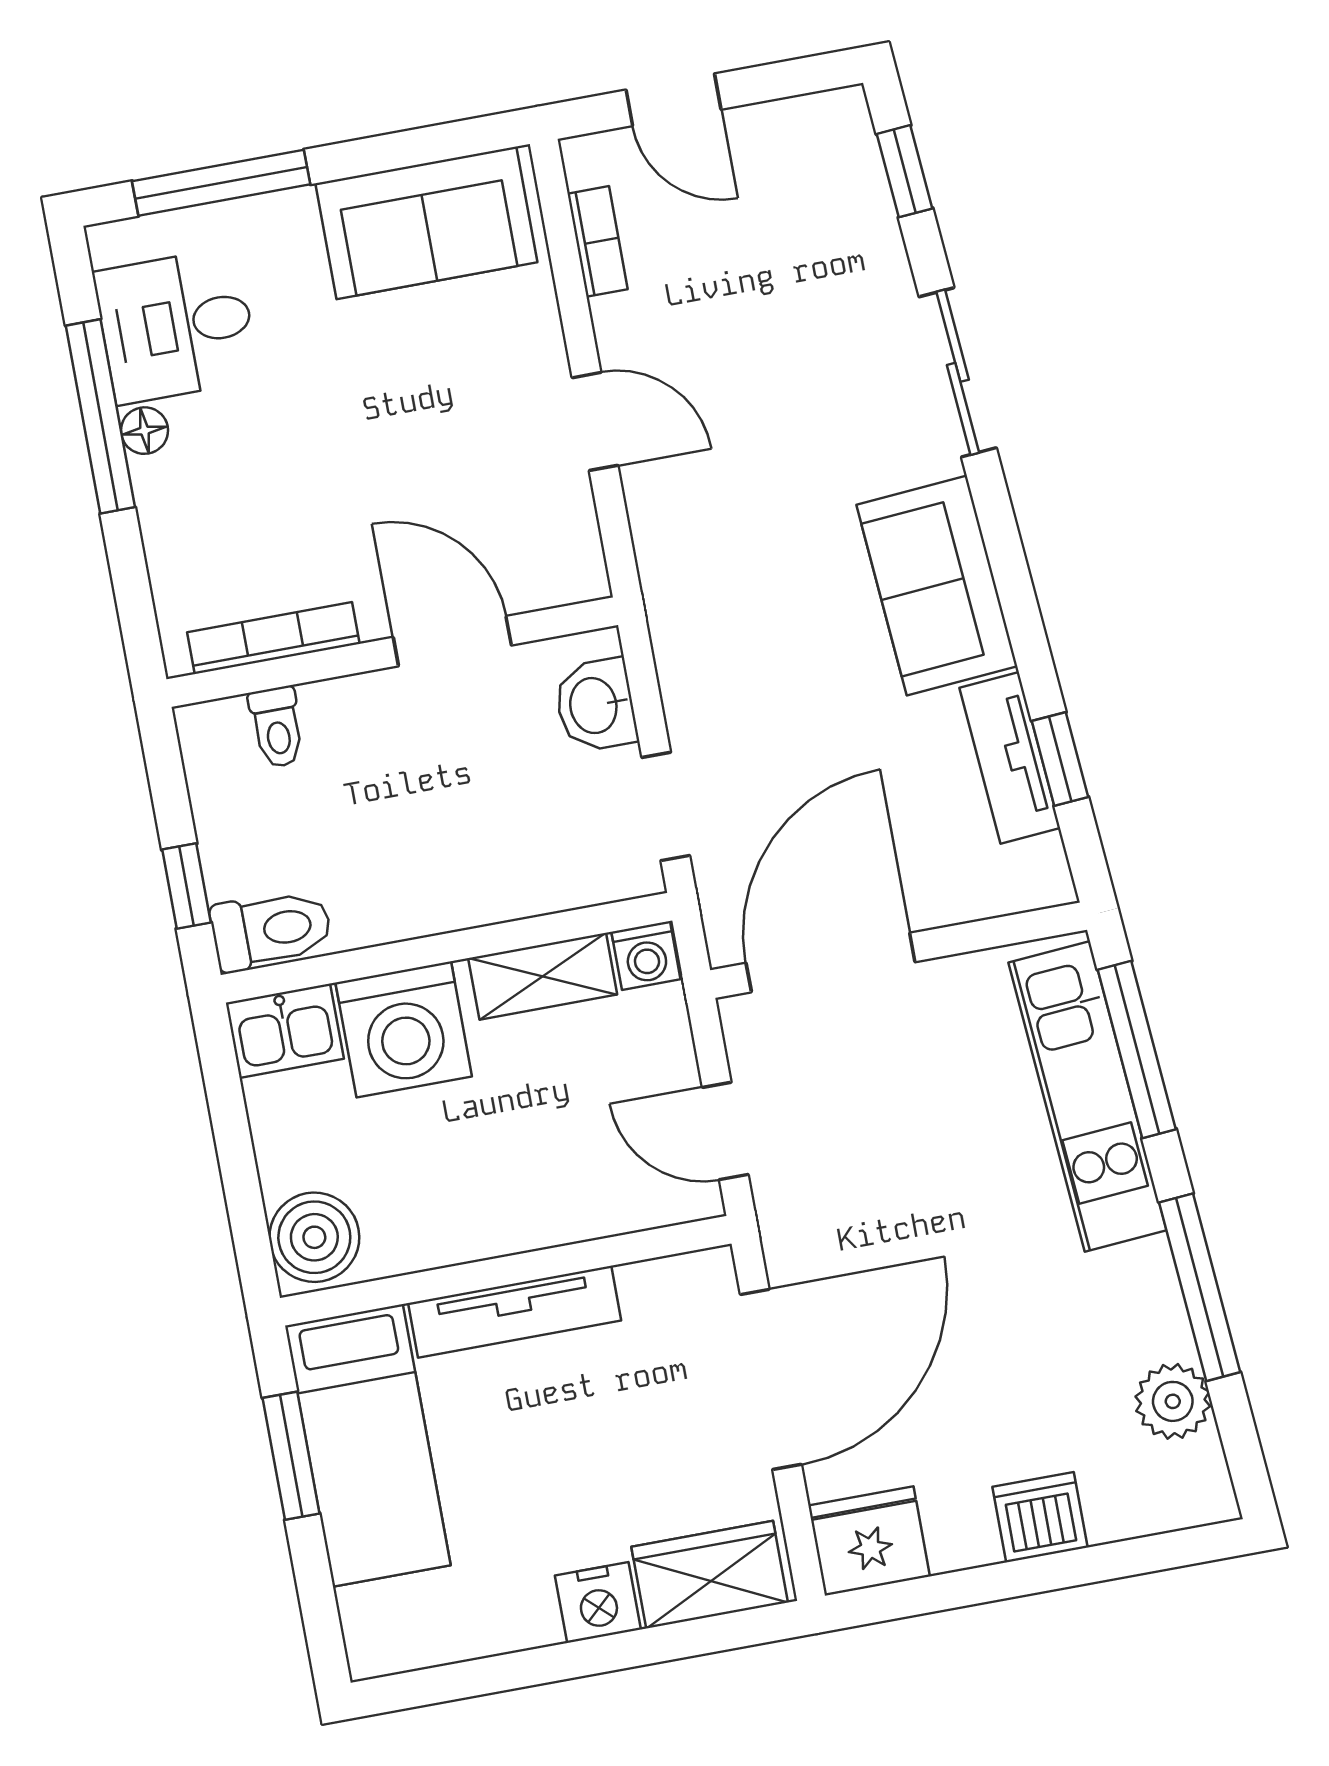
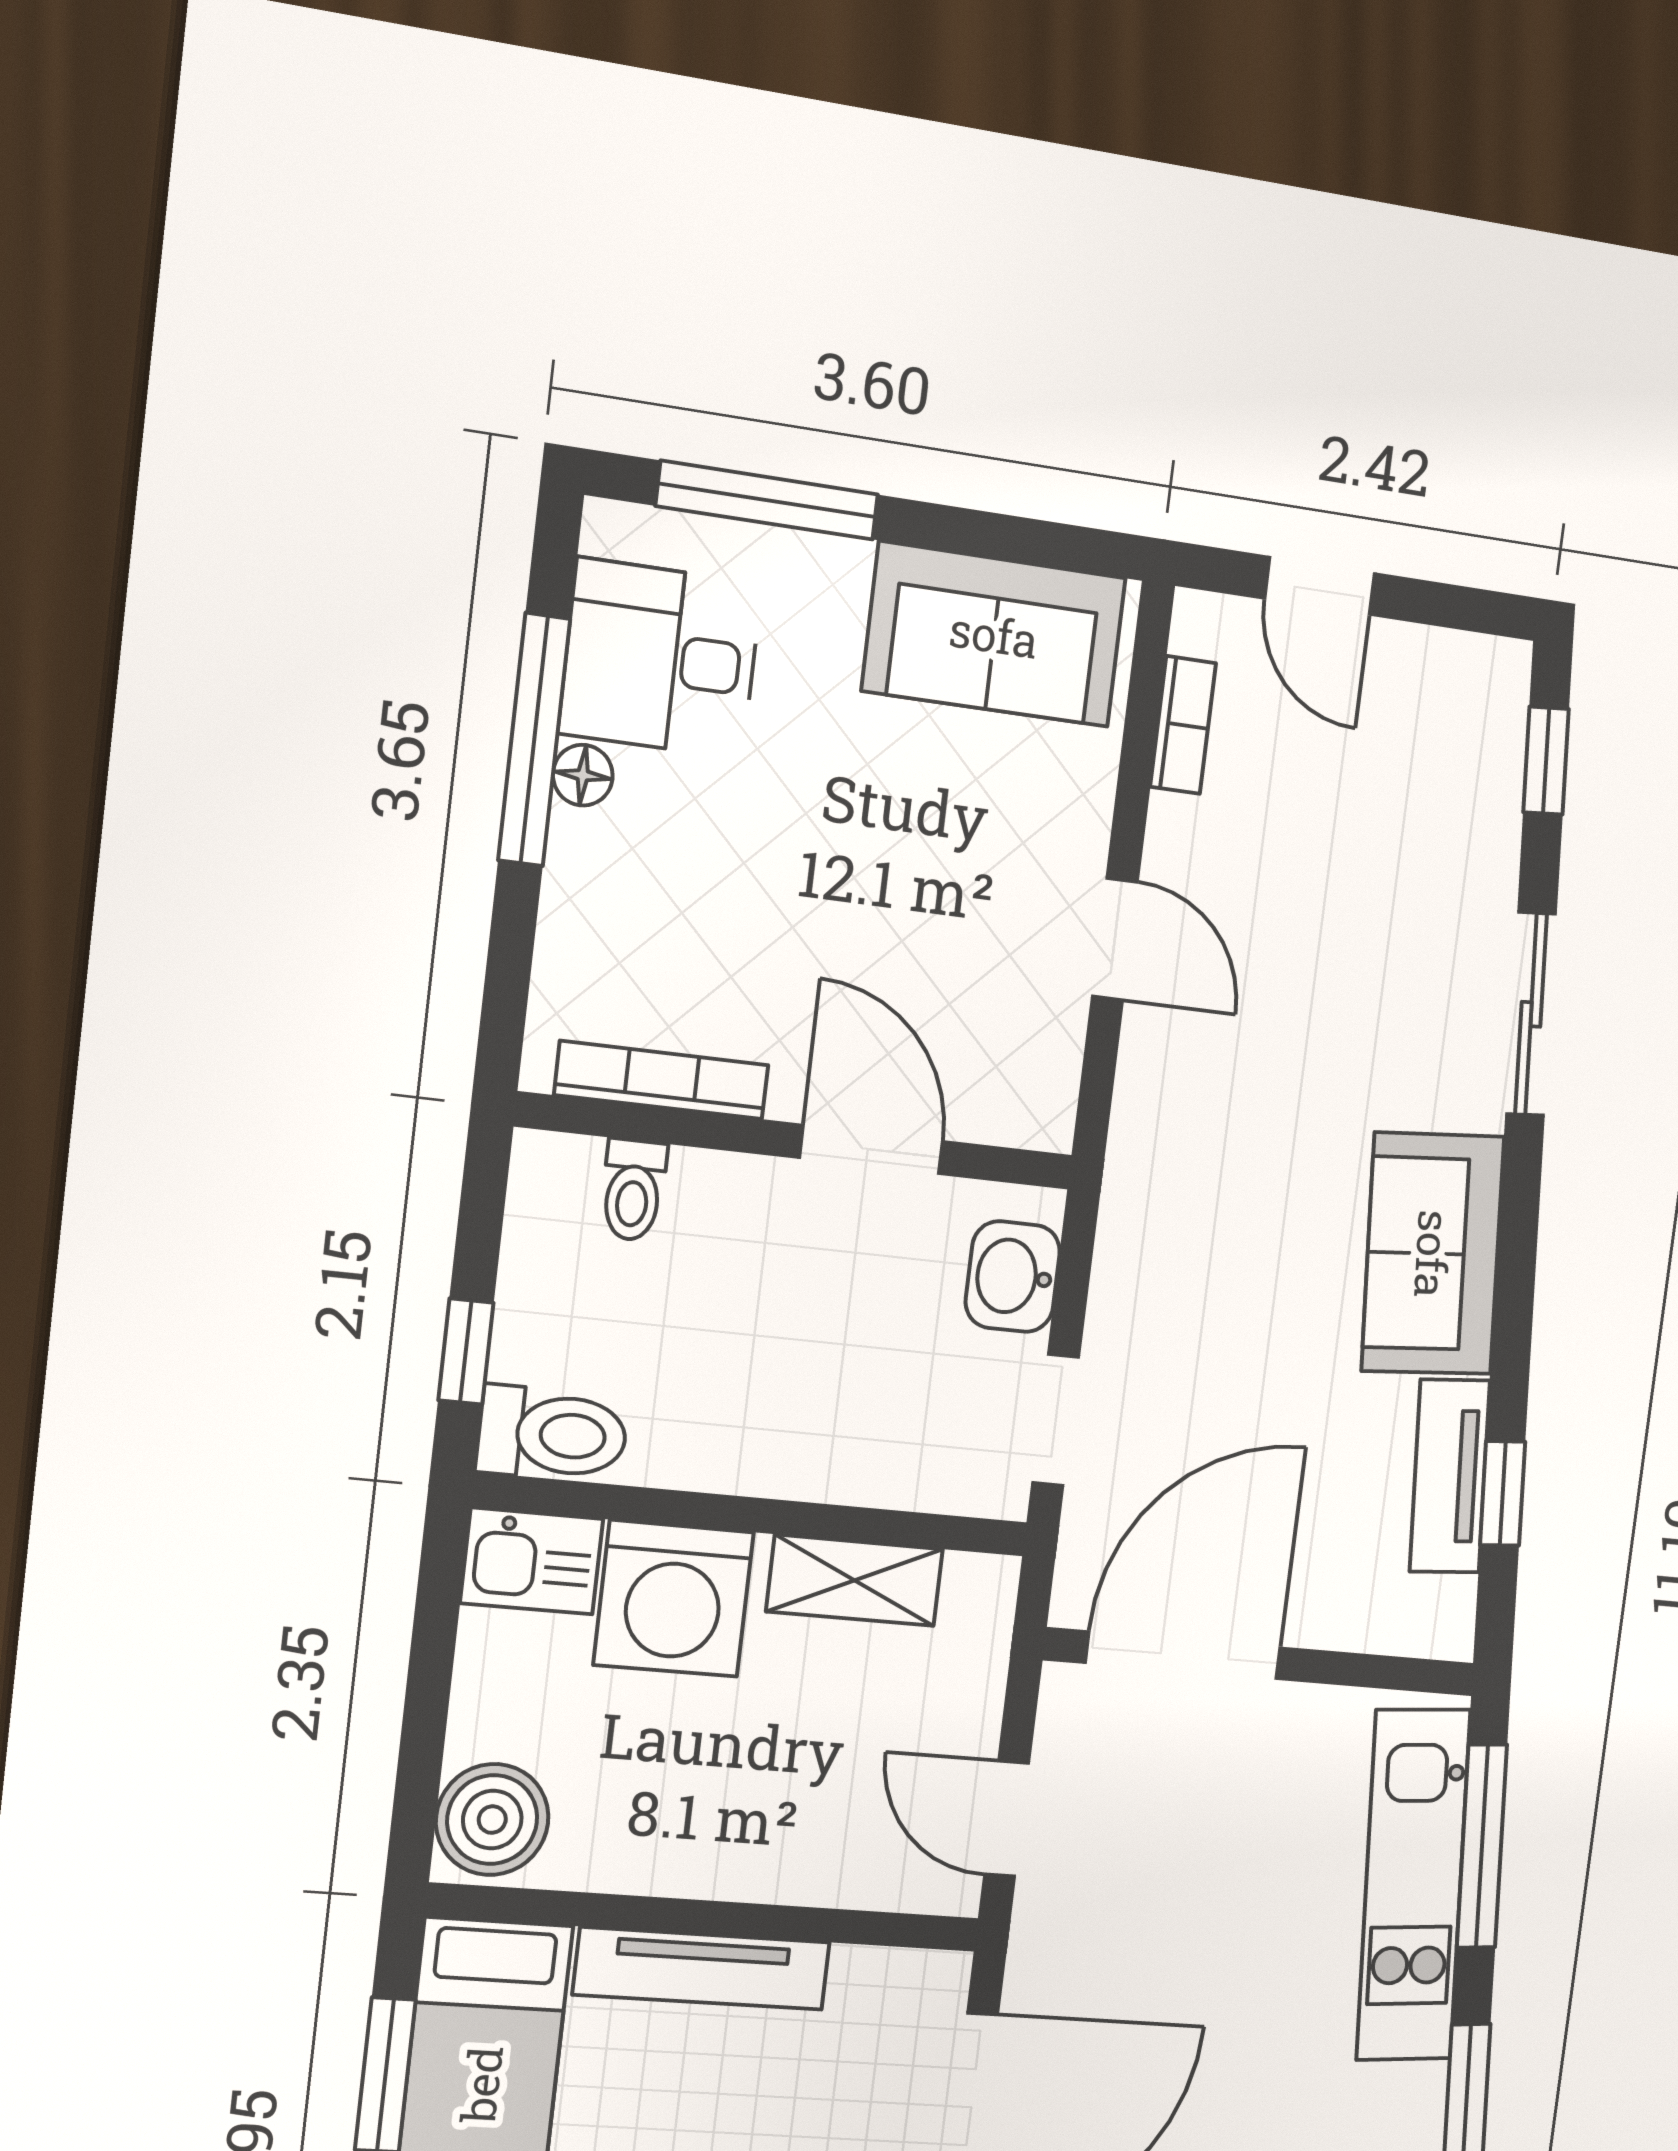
washing machine: (646, 956) -> (980, 1589), removed

